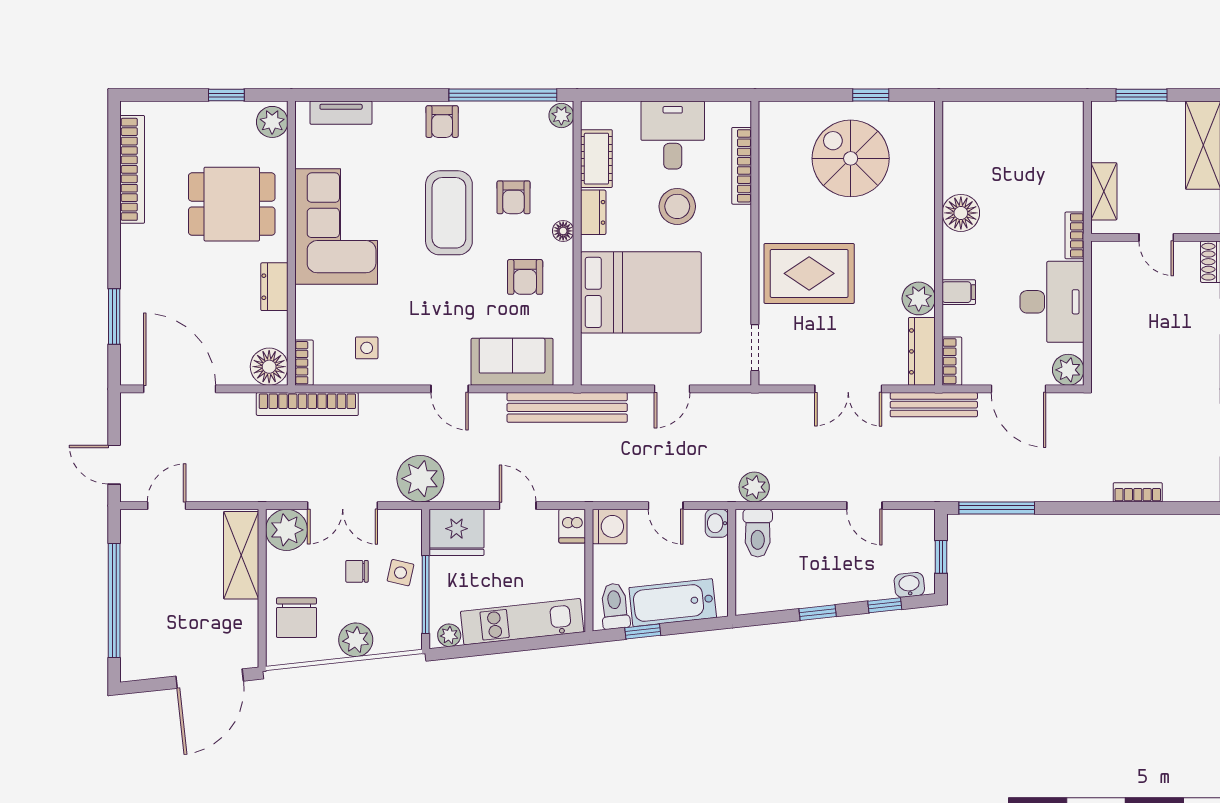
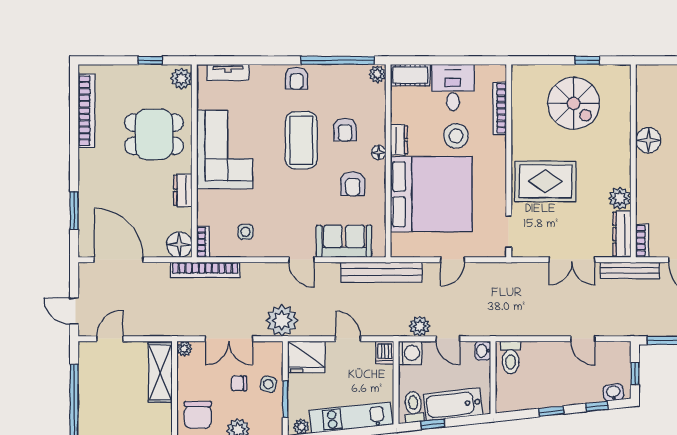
spiral stairs: (851, 158) -> (574, 103), turned 180
cot: (596, 159) -> (410, 75), moved, turned 90
bed: (641, 292) -> (431, 194), width x1.36
filing cabinet: (959, 292) -> (647, 194), removed
plant: (754, 487) -> (420, 326), moved
plant: (287, 530) -> (184, 349), width x0.53, depth x0.53
window: (426, 595) -> (285, 399), width x0.69

